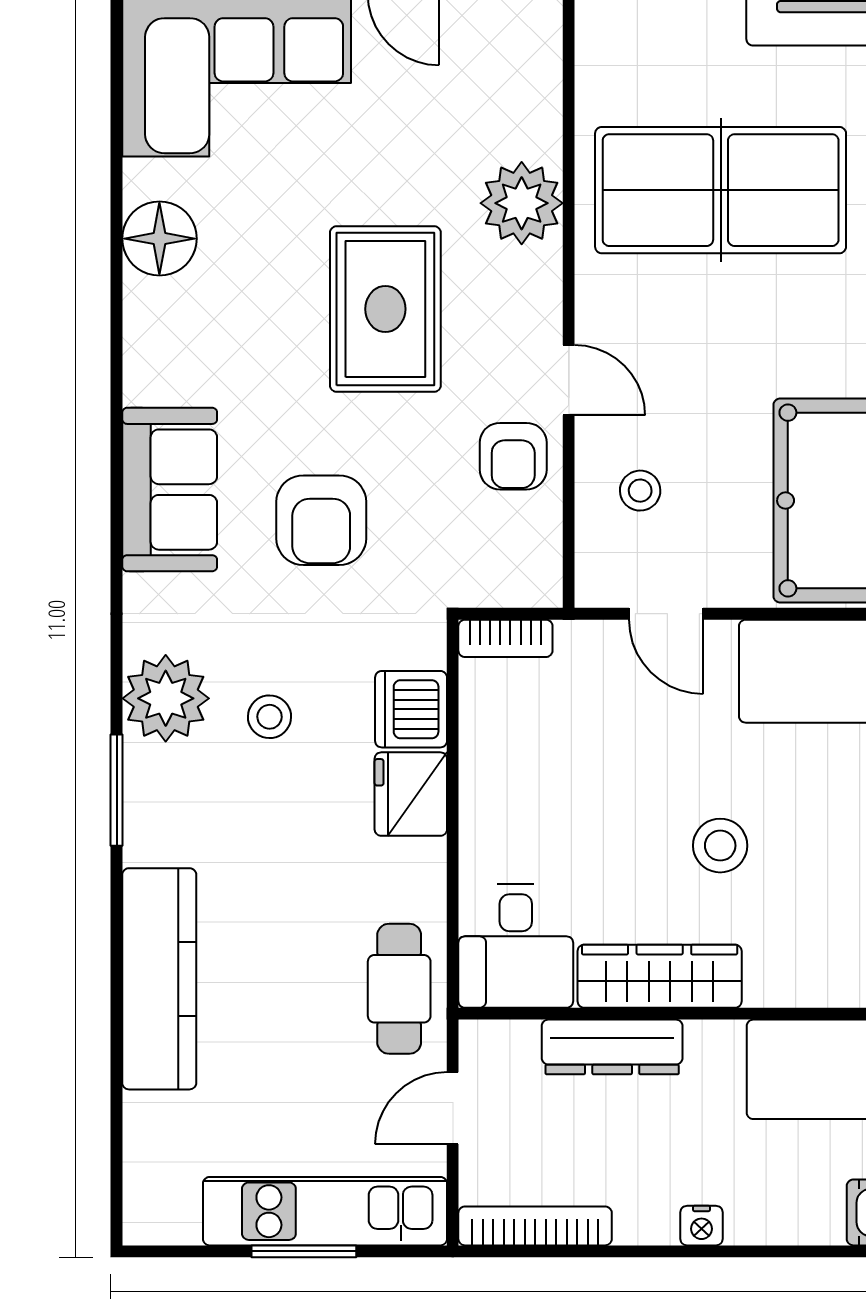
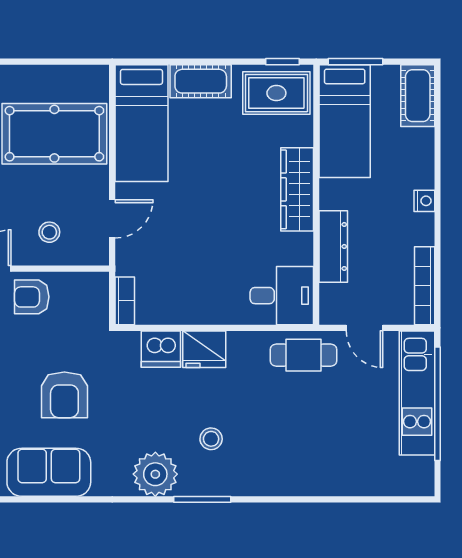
armchair: (513, 456) -> (32, 297), turned 180
armchair: (321, 520) -> (64, 395), turned 90
stool: (270, 717) -> (211, 439), moved
stool: (720, 846) -> (230, 191), removed
wardrobe: (660, 976) -> (297, 189), moved
kitchen counter: (159, 979) -> (298, 478), removed
window: (304, 1251) -> (437, 404), width x2.11

